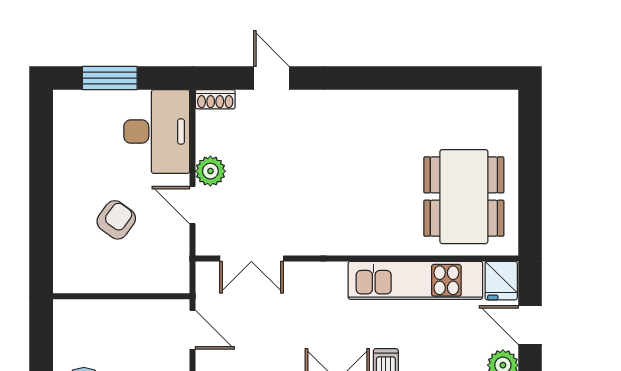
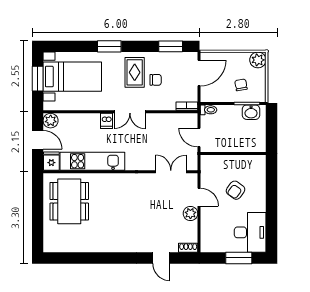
desk: (157, 132) -> (250, 232), moved, turned 180

